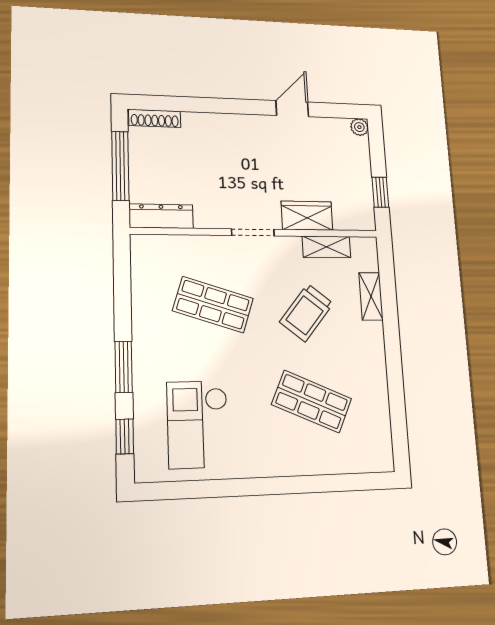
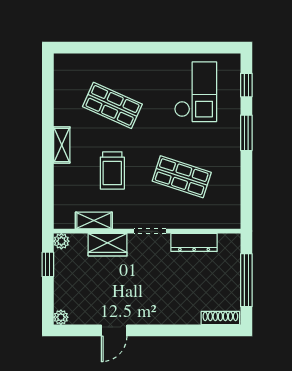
dresser: (161, 216) -> (194, 242), moved
plant: (366, 221) -> (61, 241), added
shelving: (371, 296) -> (62, 145), moved
trolley: (307, 313) -> (112, 170), turned 141

